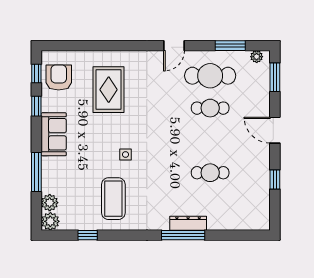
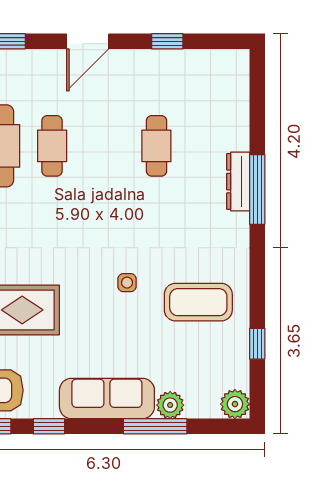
sofa: (54, 134) -> (107, 398), width x1.36
plant: (50, 203) -> (170, 405), moved

